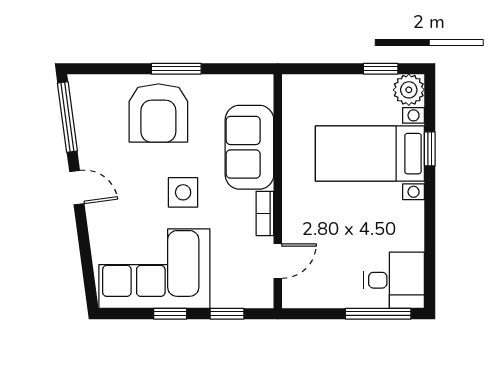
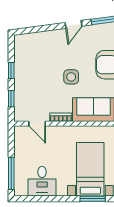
window: (430, 149) -> (93, 199), width x1.50
corner sofa: (154, 269) -> (33, 63), removed
desk: (394, 280) -> (42, 181), moved

